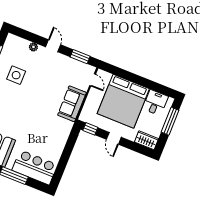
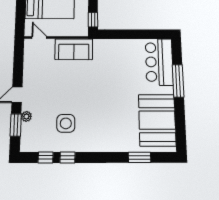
window: (80, 57) -> (16, 125), moved
door: (93, 80) -> (39, 38), hinge flipped

